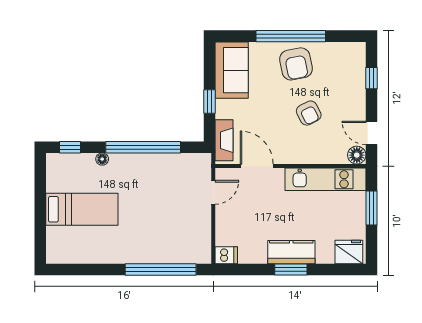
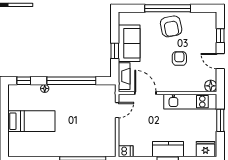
sofa: (232, 70) -> (129, 43), moved
armchair: (309, 113) -> (179, 58), turned -153
door: (371, 133) -> (220, 61), moved

